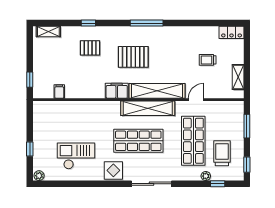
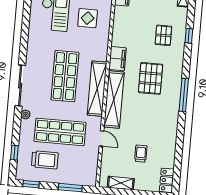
display table: (113, 170) -> (88, 18), moved
plant: (206, 176) -> (26, 115), moved

